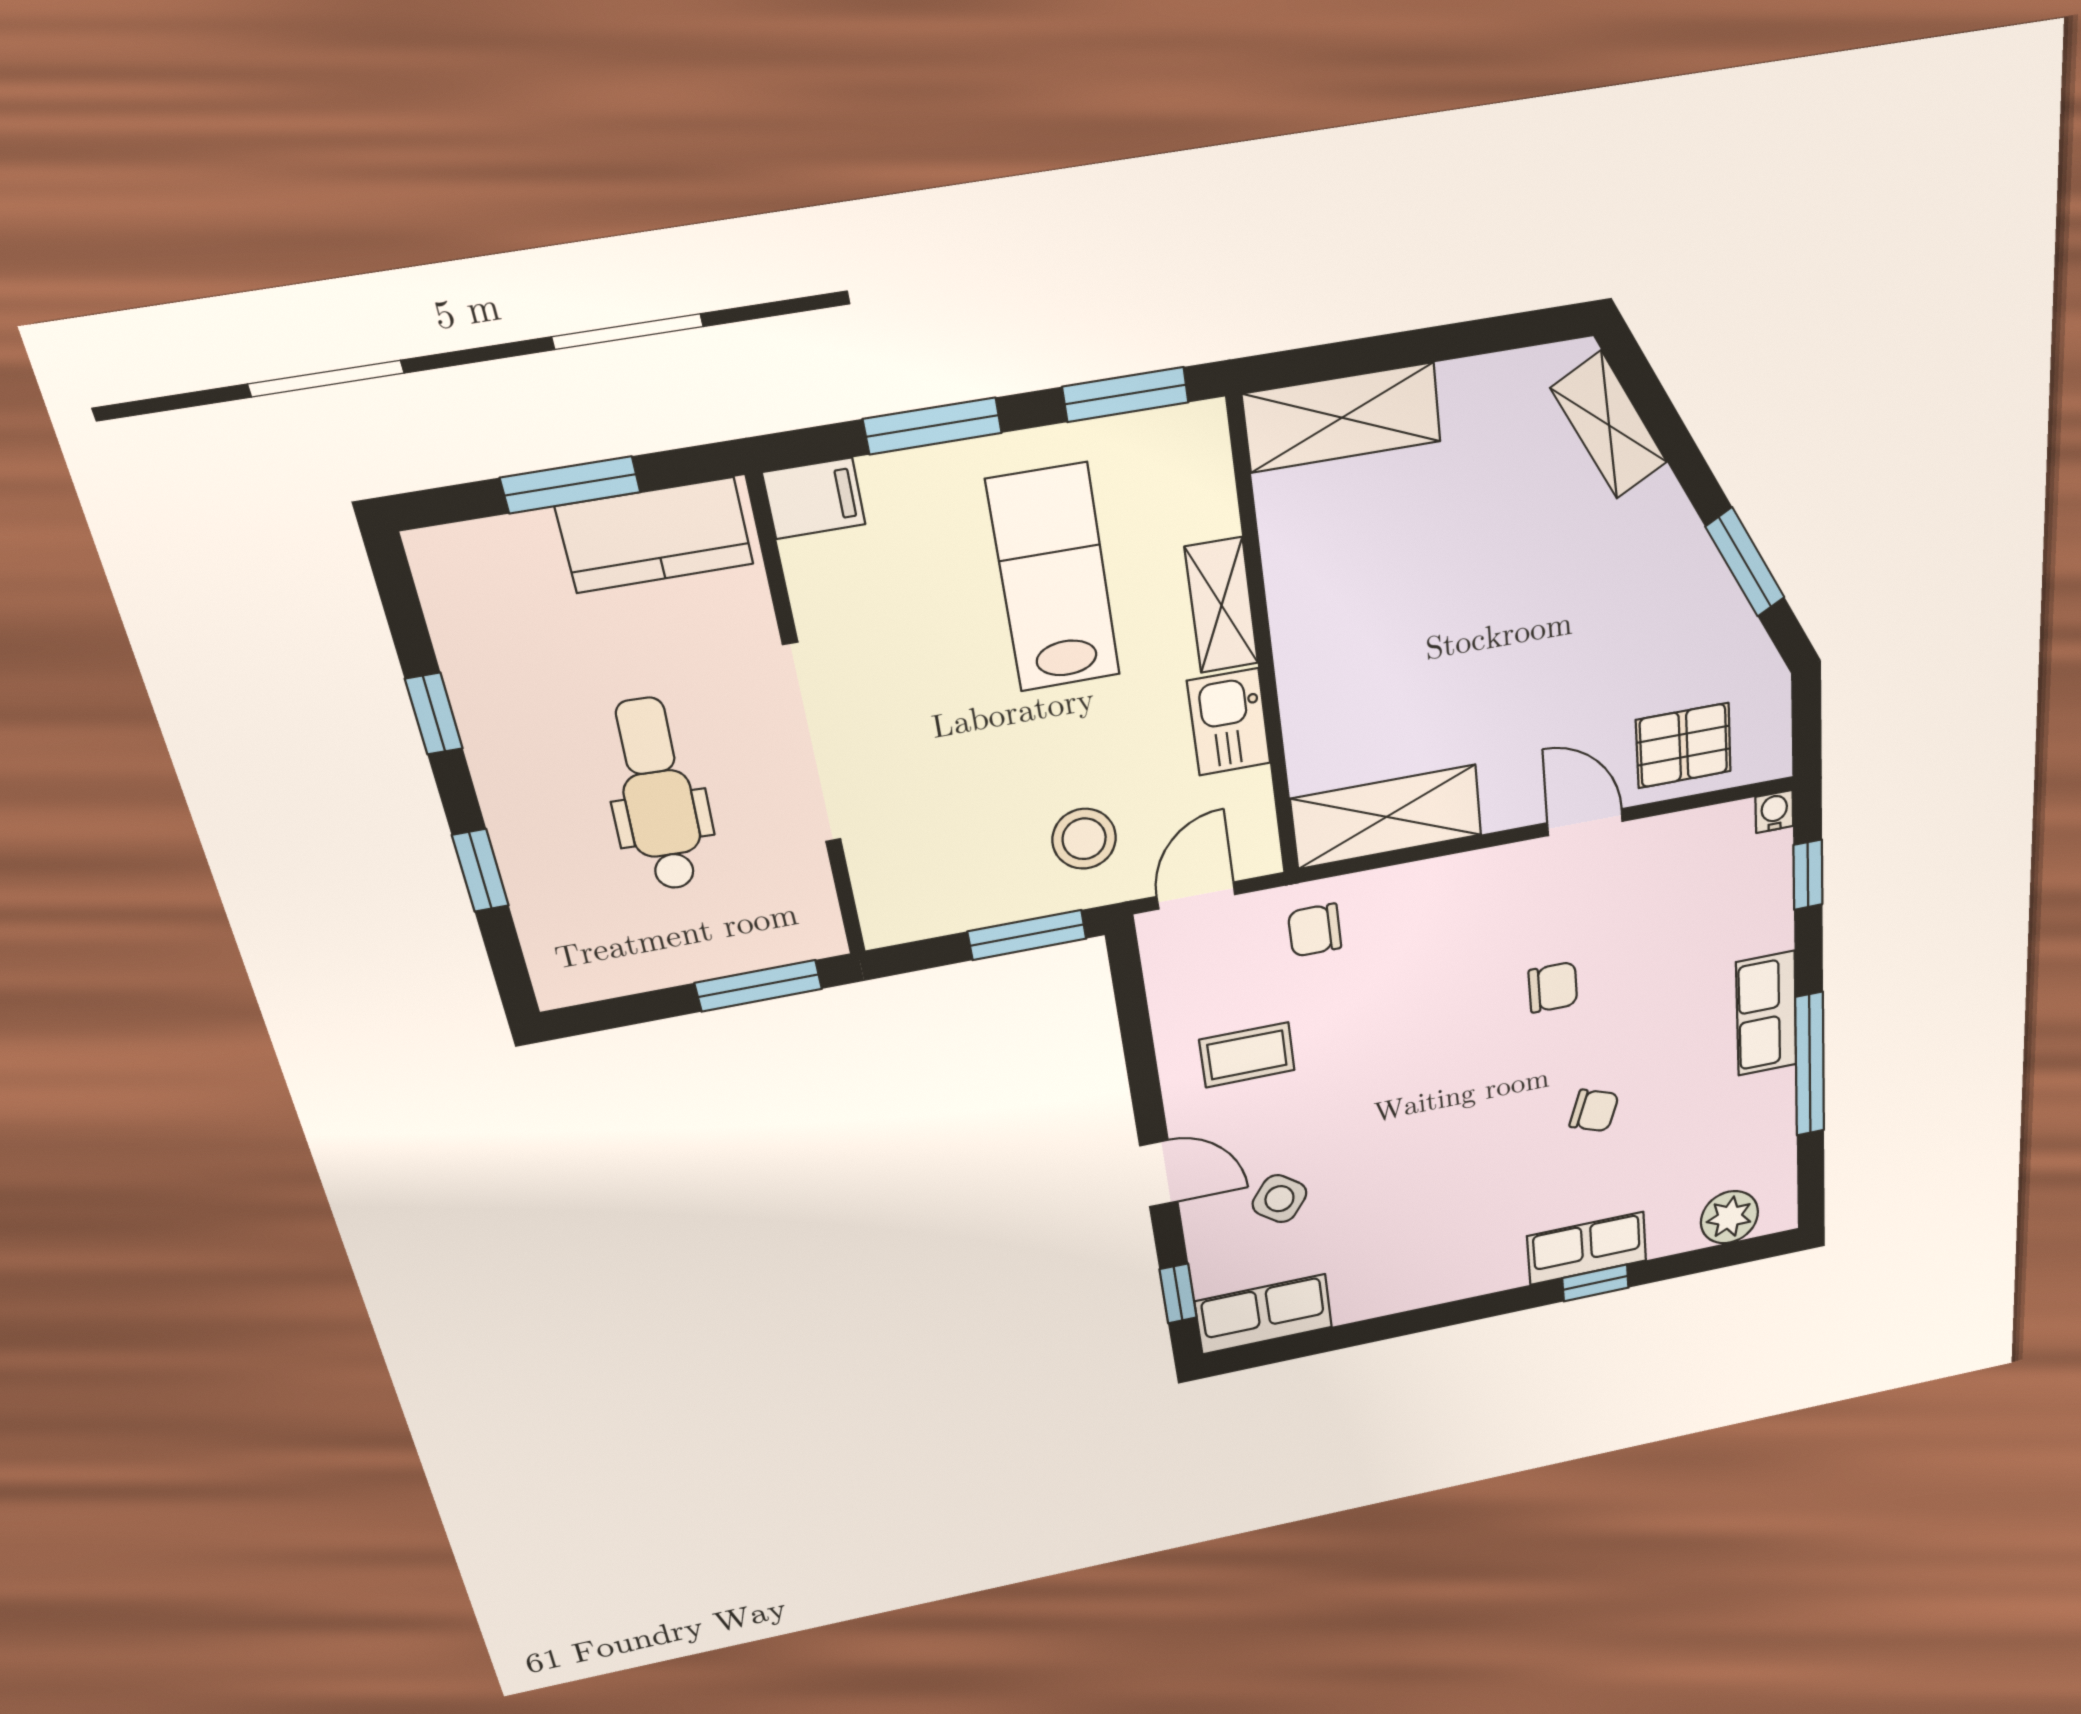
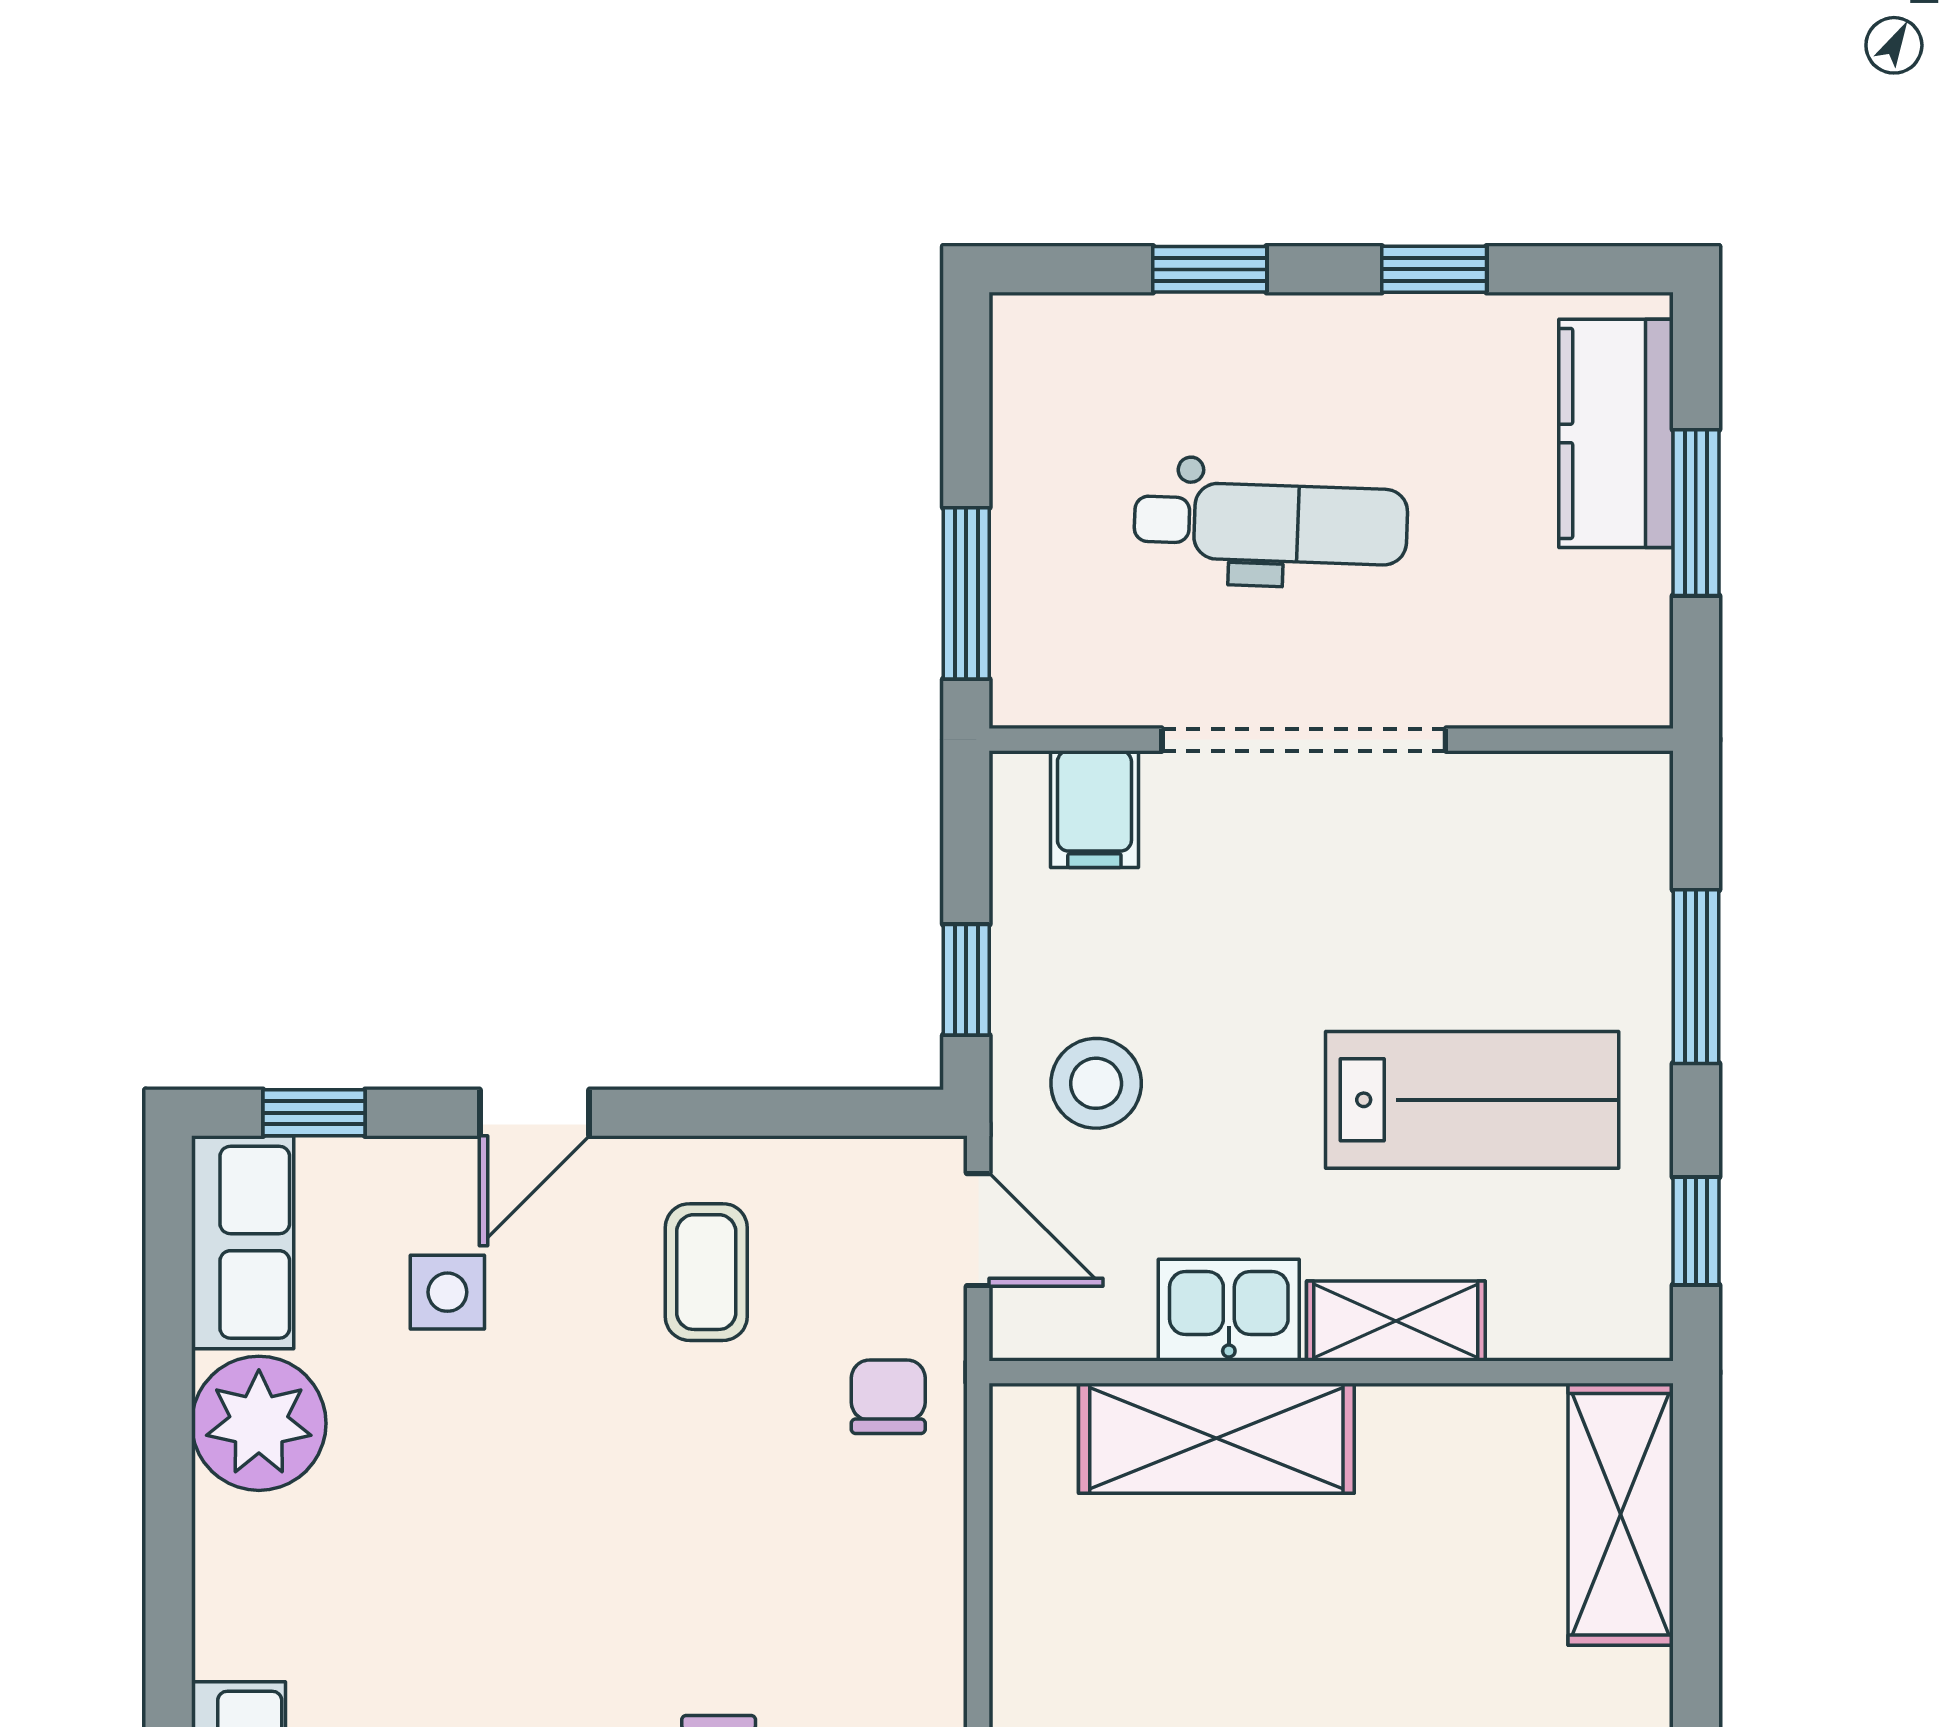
window: (1126, 395) -> (1696, 1231), width x0.67
filing cabinet: (814, 498) -> (1094, 809), moved
kitchen counter: (655, 535) -> (1616, 433), moved
shelving: (1387, 817) -> (1216, 1438), moved, turned 90
window: (1027, 935) -> (966, 980), width x0.67
side table: (1279, 1199) -> (447, 1292), turned -37
plant: (1373, 1283) -> (259, 1423), added

